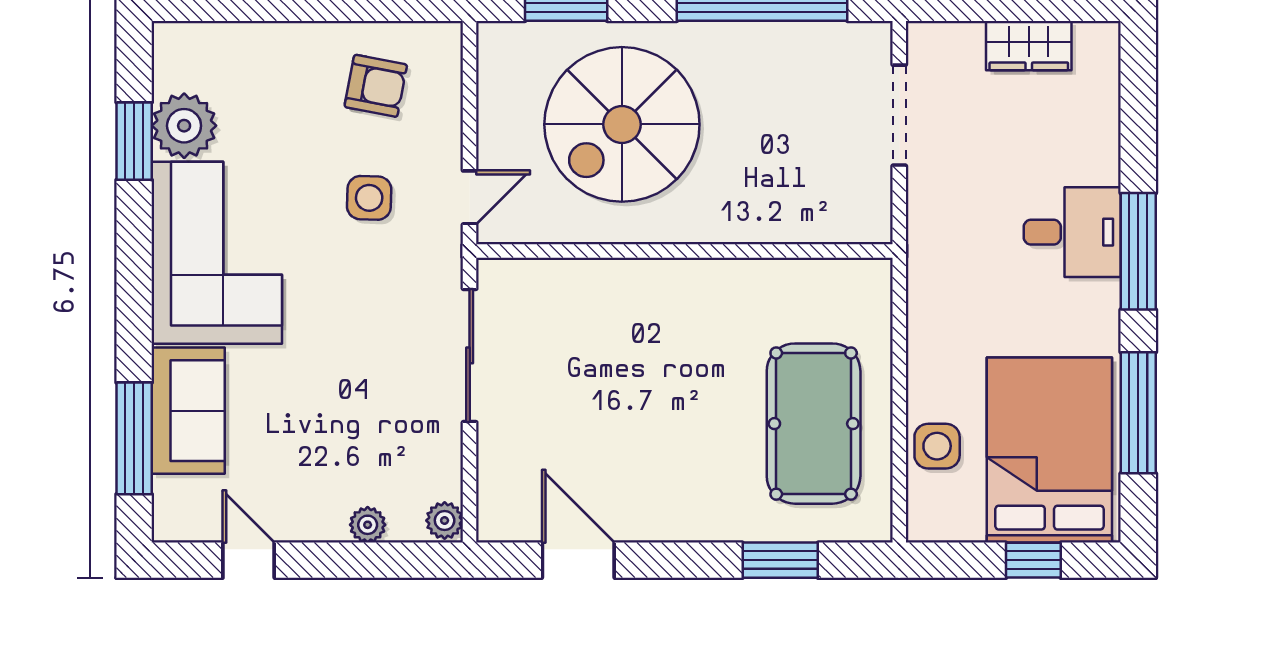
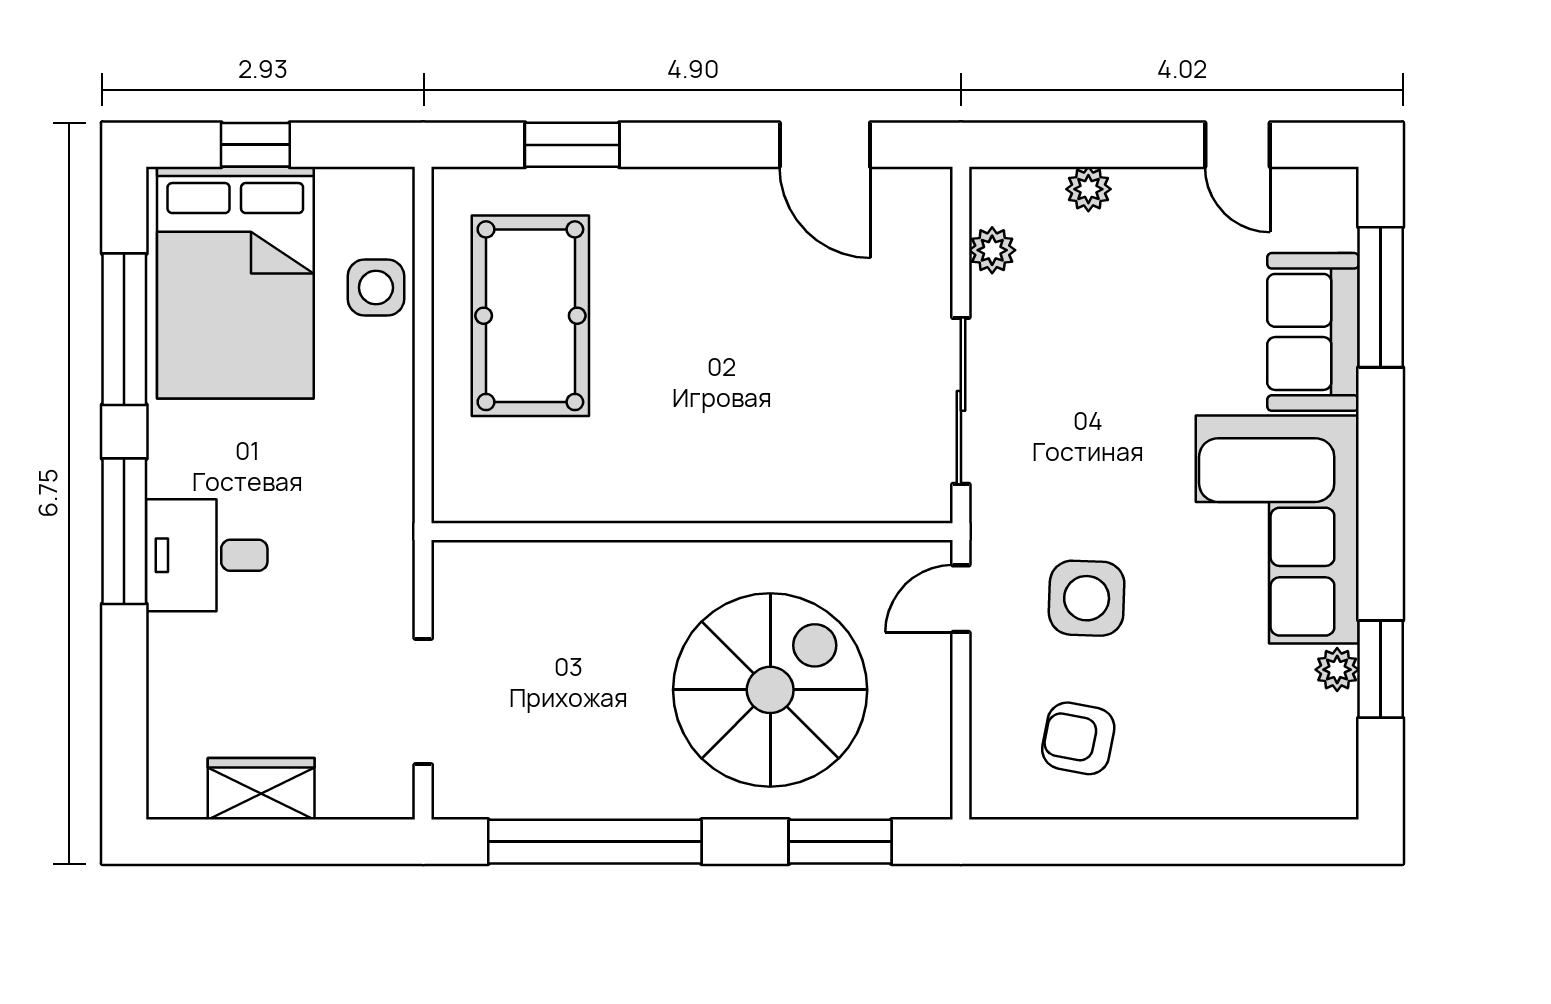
plant: (184, 126) -> (1337, 670), width x0.53, depth x0.53
side table: (369, 198) -> (1087, 598), width x1.37, depth x1.37
plant: (445, 520) -> (992, 250), moved

